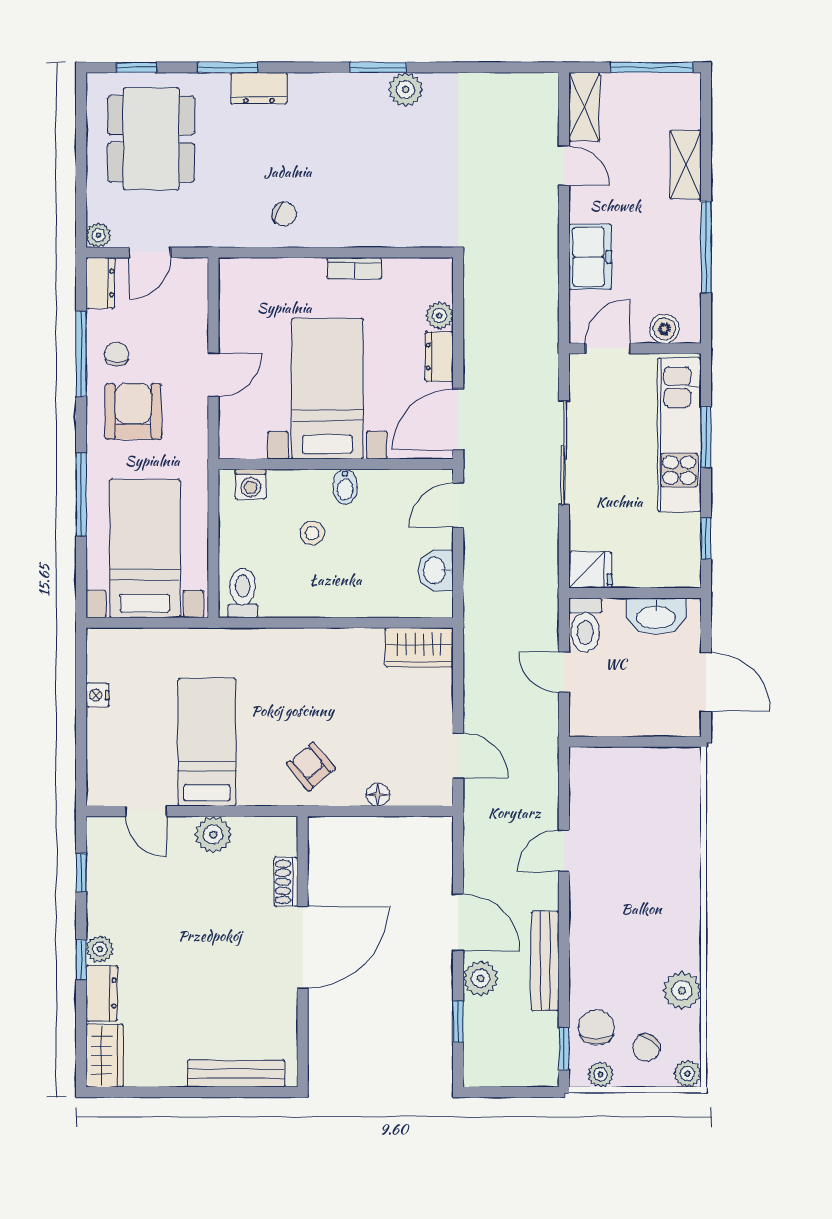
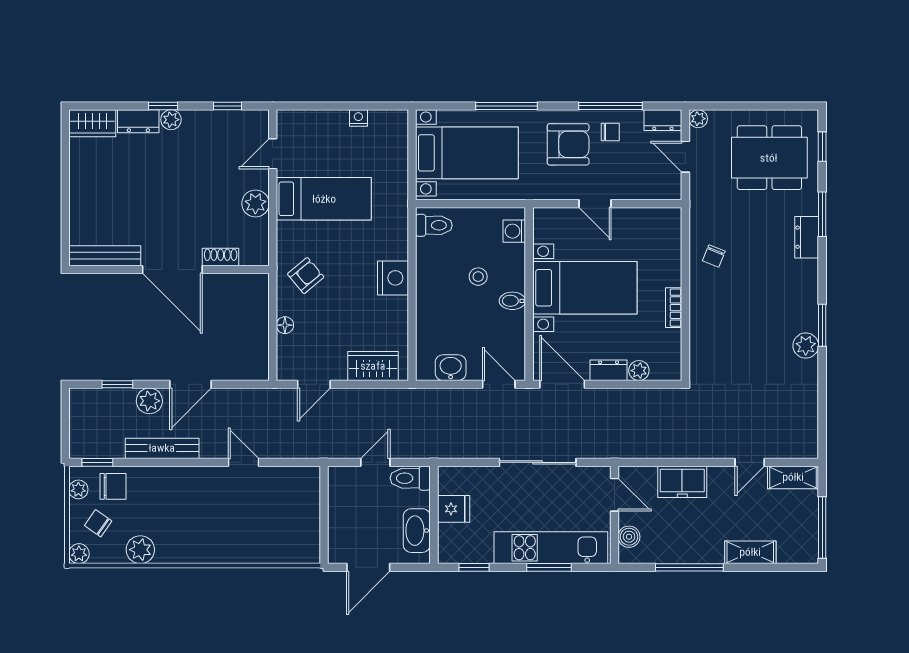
fridge: (590, 570) -> (454, 509), moved, turned -90
wardrobe: (419, 647) -> (373, 366), moved, turned 90
nightstand: (314, 649) -> (393, 278), added
bench: (236, 1074) -> (105, 256), moved, turned 90

